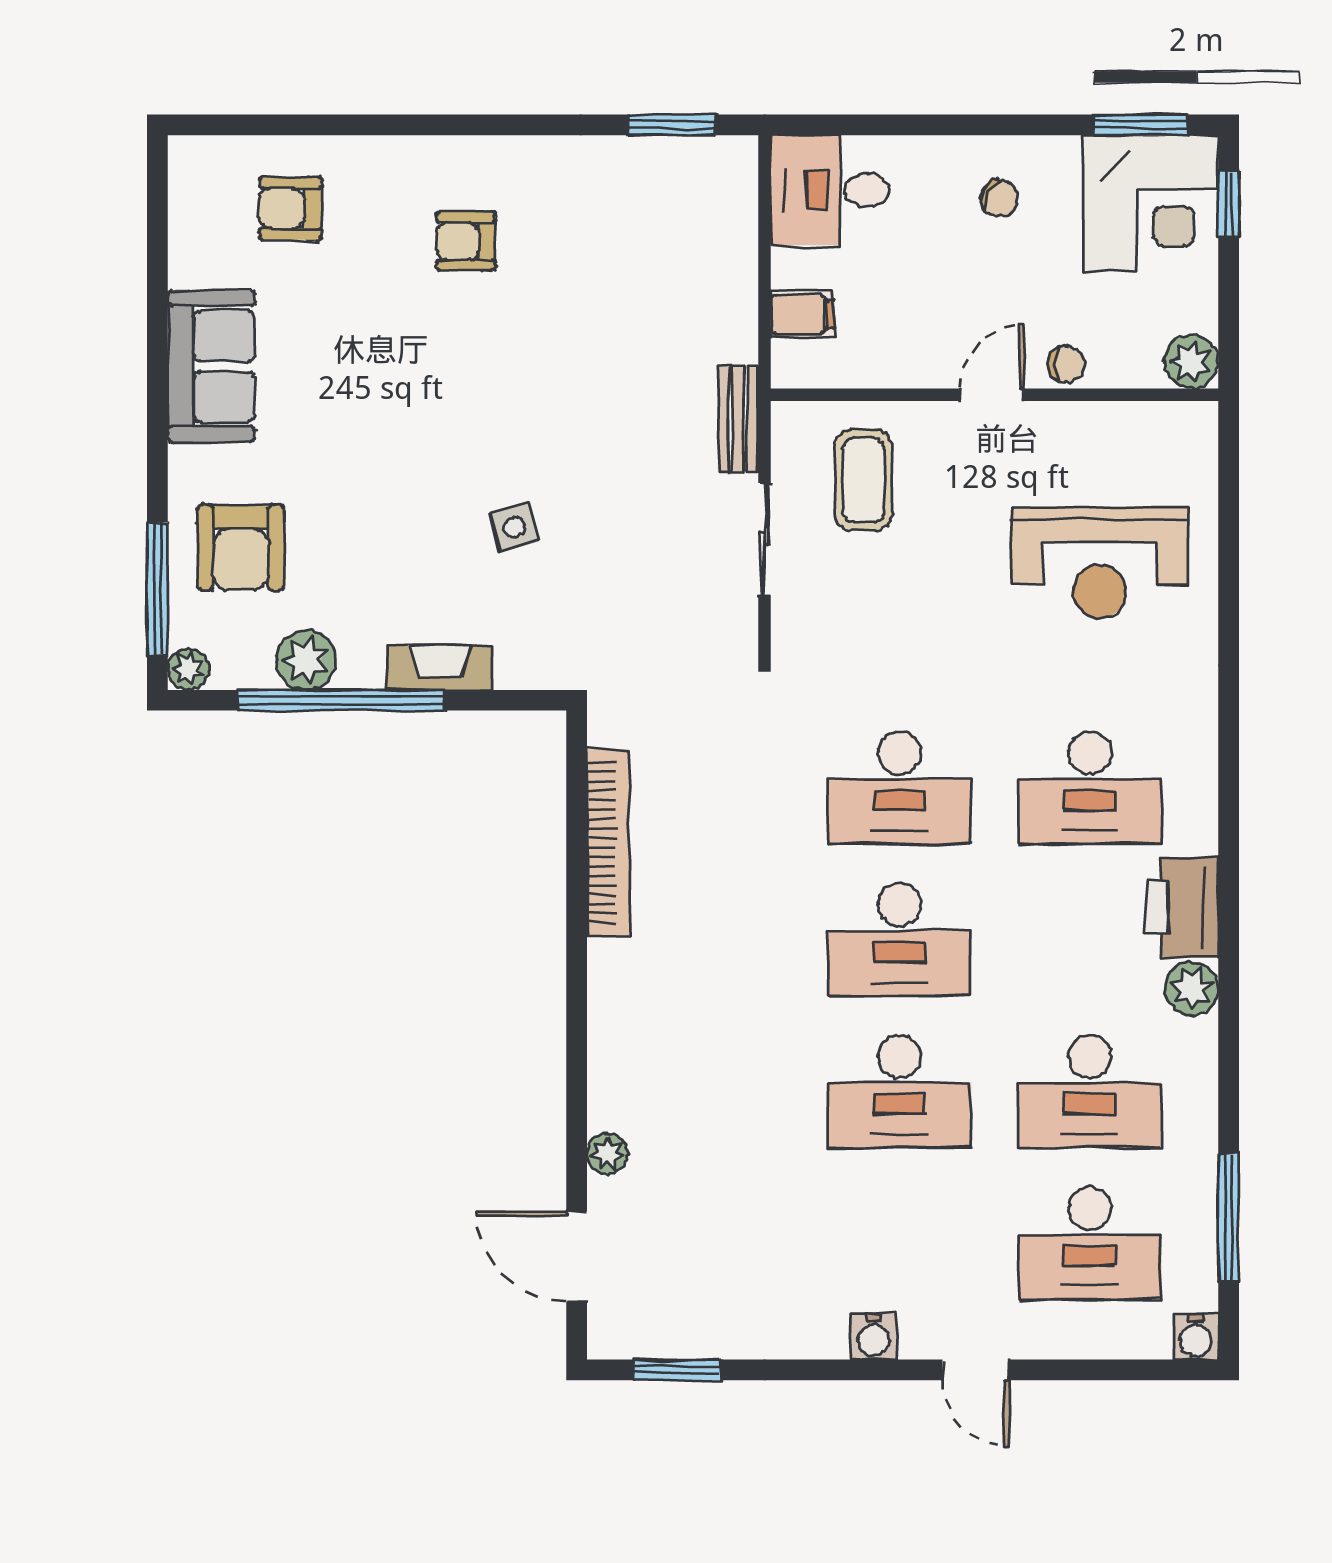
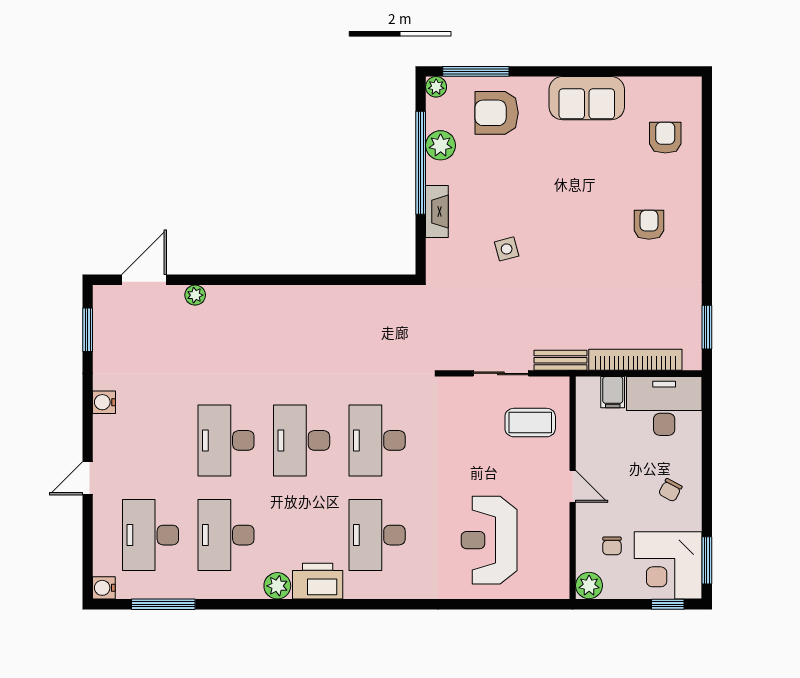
desk: (830, 190) -> (664, 406), width x1.37
chair: (1066, 364) -> (612, 546), moved
bookcase: (608, 843) -> (635, 360), moved, turned 180
water cooler: (873, 1337) -> (104, 402), moved

